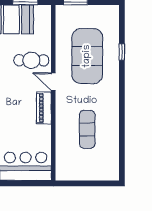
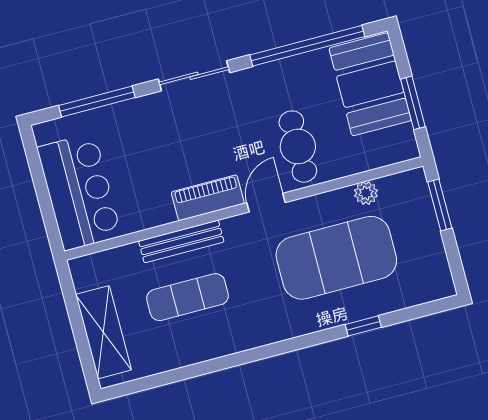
plant: (61, 35) -> (366, 193), added
bench: (61, 125) -> (181, 241), added
shelving: (93, 172) -> (103, 332), added

